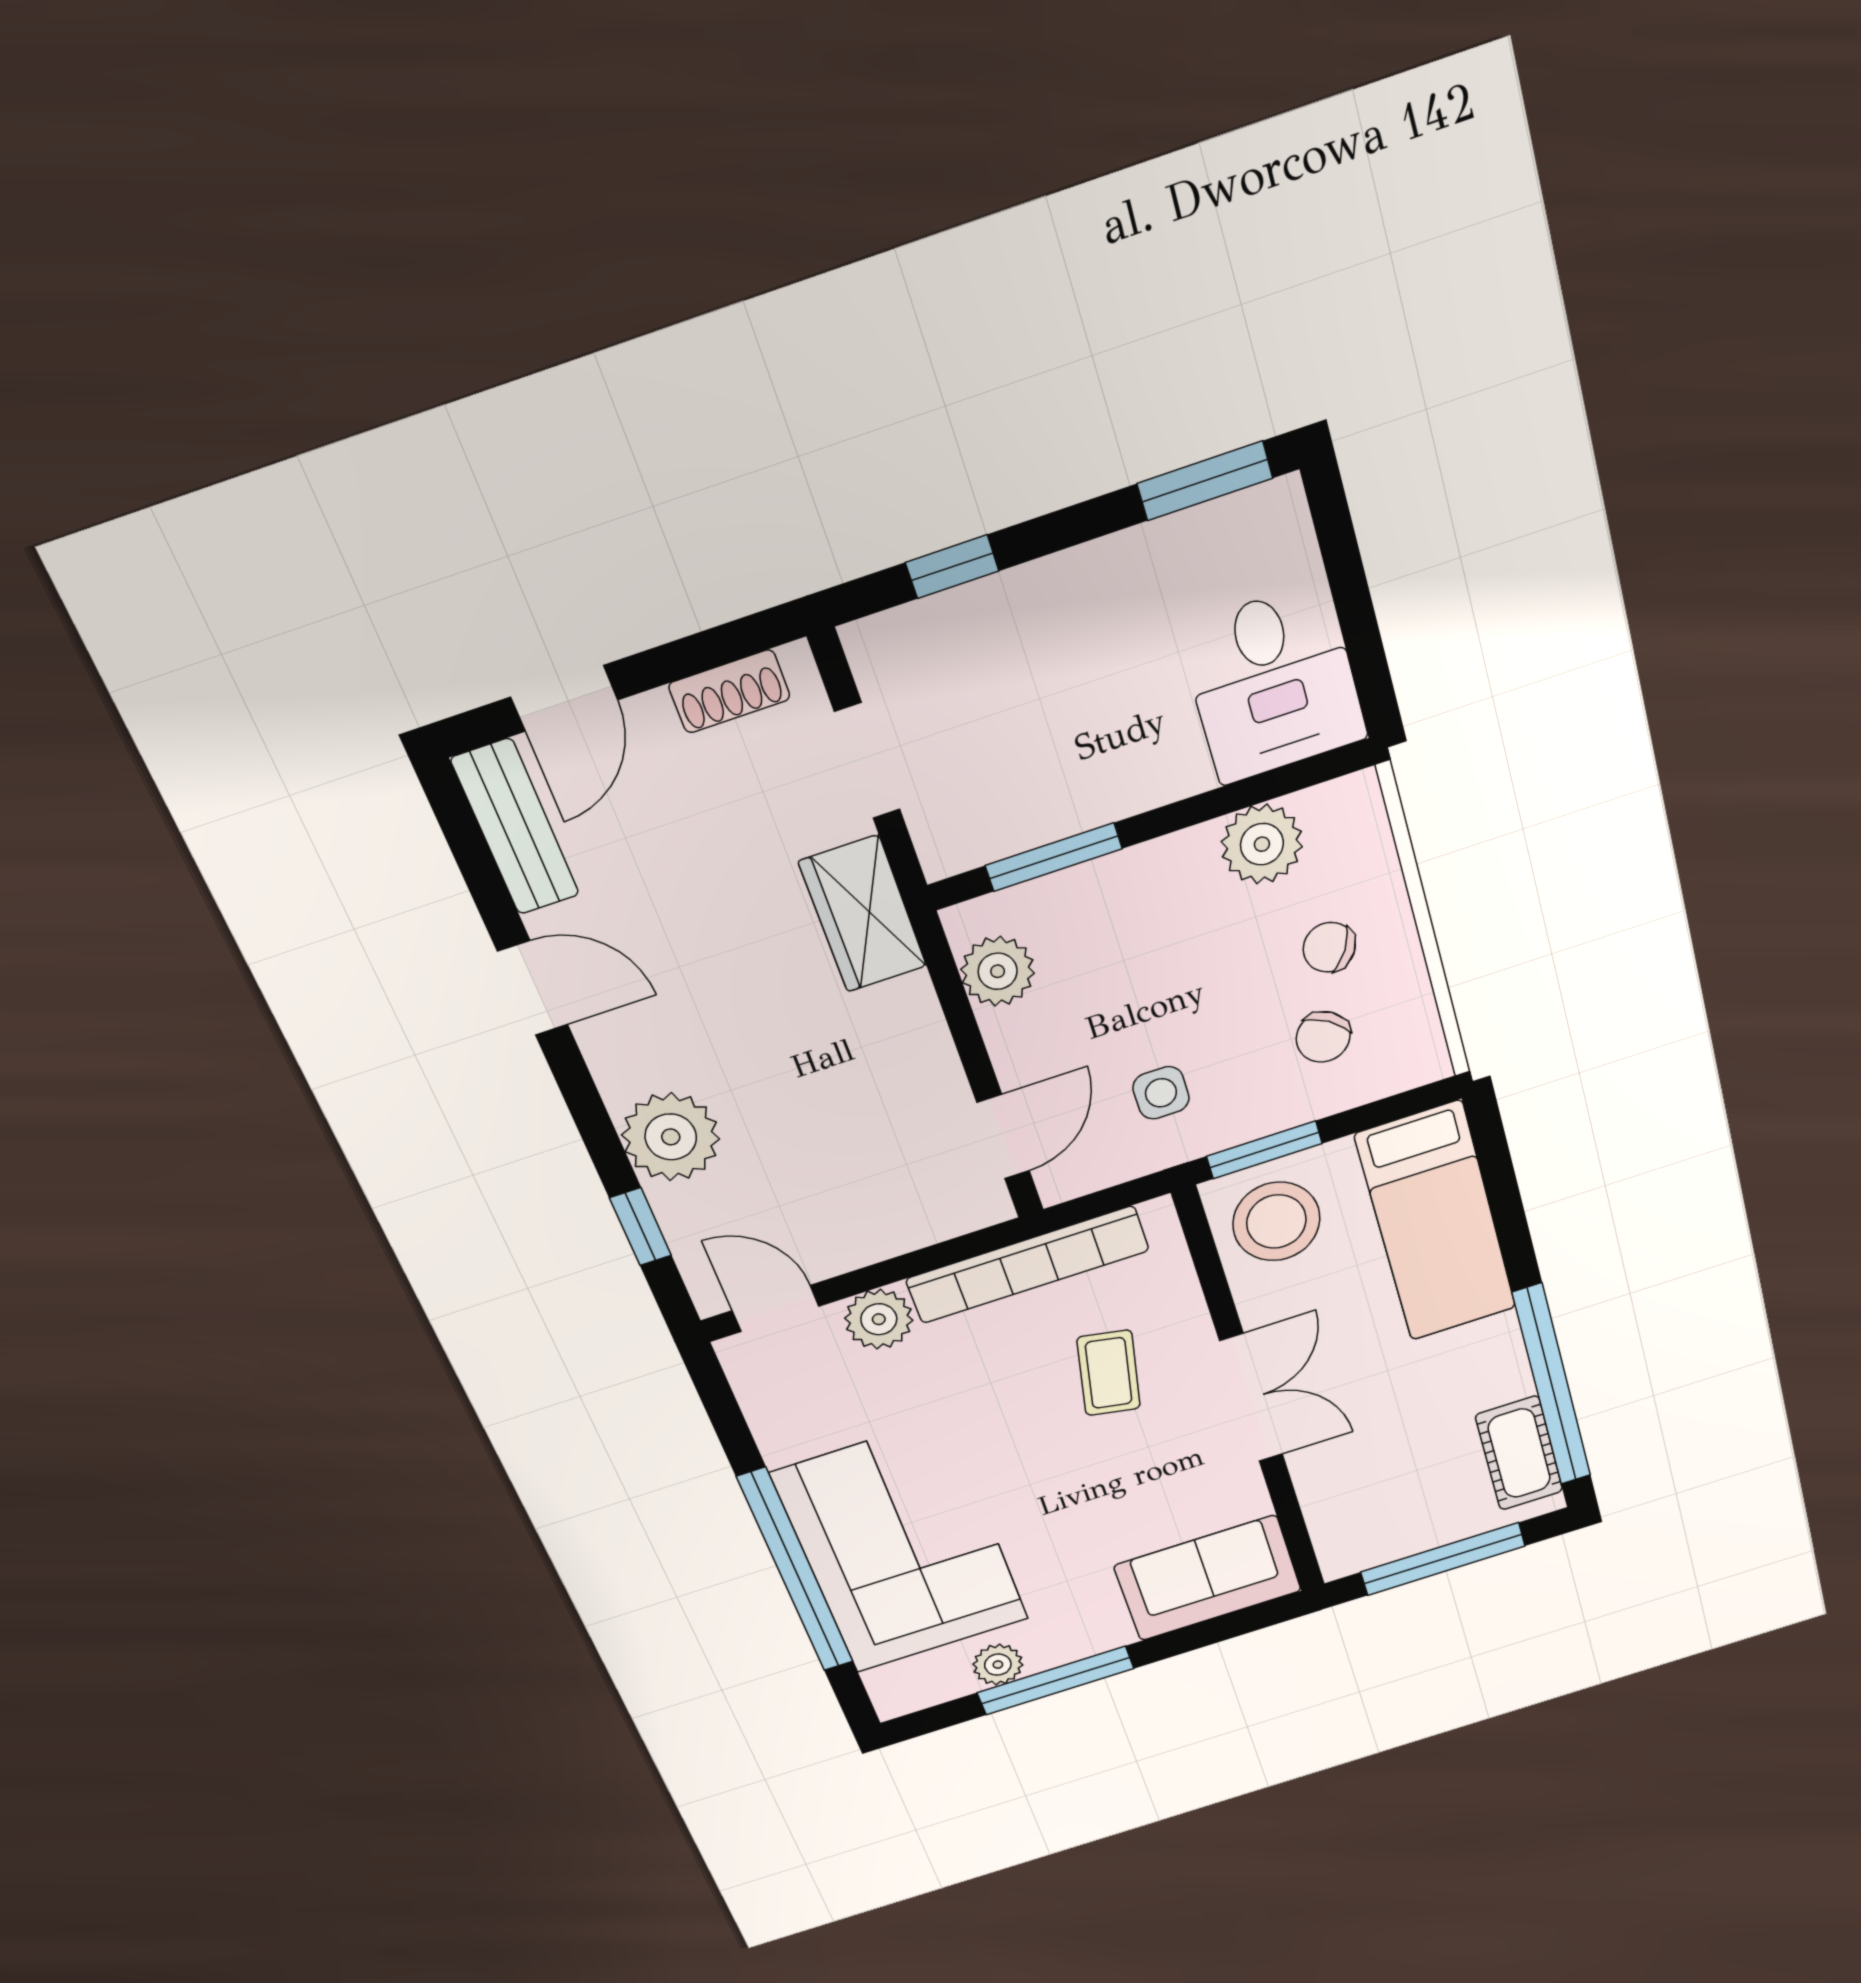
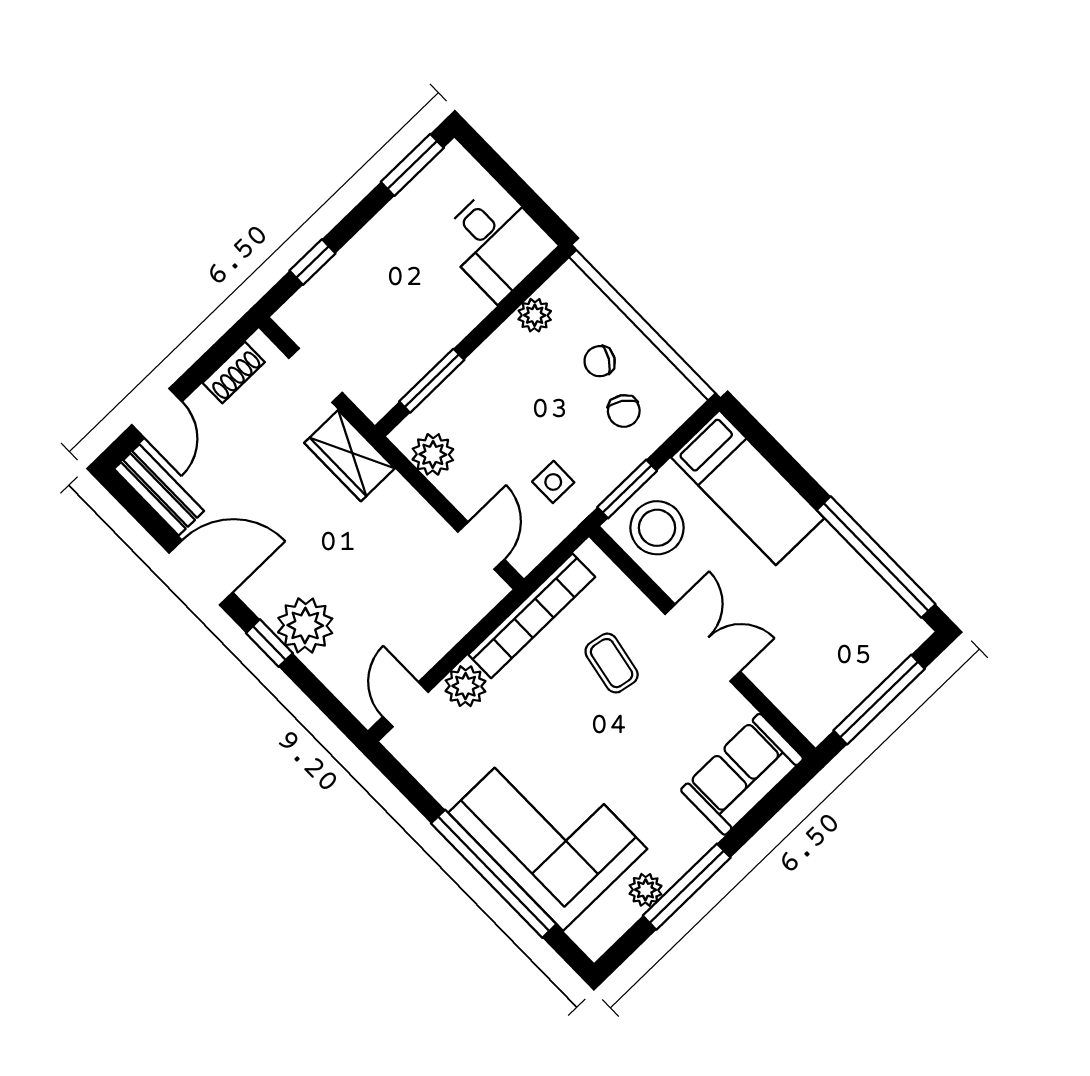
plant: (1262, 844) -> (535, 315), width x0.73, depth x0.73
door: (533, 988) -> (201, 573), width x1.38
window: (640, 1227) -> (269, 643), moved
door: (776, 1308) -> (406, 704), hinge flipped
cot: (1519, 1453) -> (883, 609), removed

